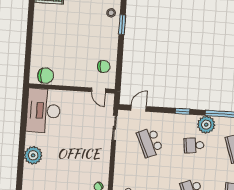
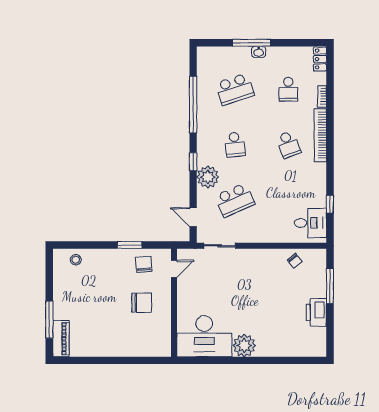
window: (122, 25) -> (130, 245), moved
chair: (46, 76) -> (142, 303), moved, turned 90
plant: (206, 125) -> (208, 177), moved
plant: (33, 155) -> (244, 345), moved

